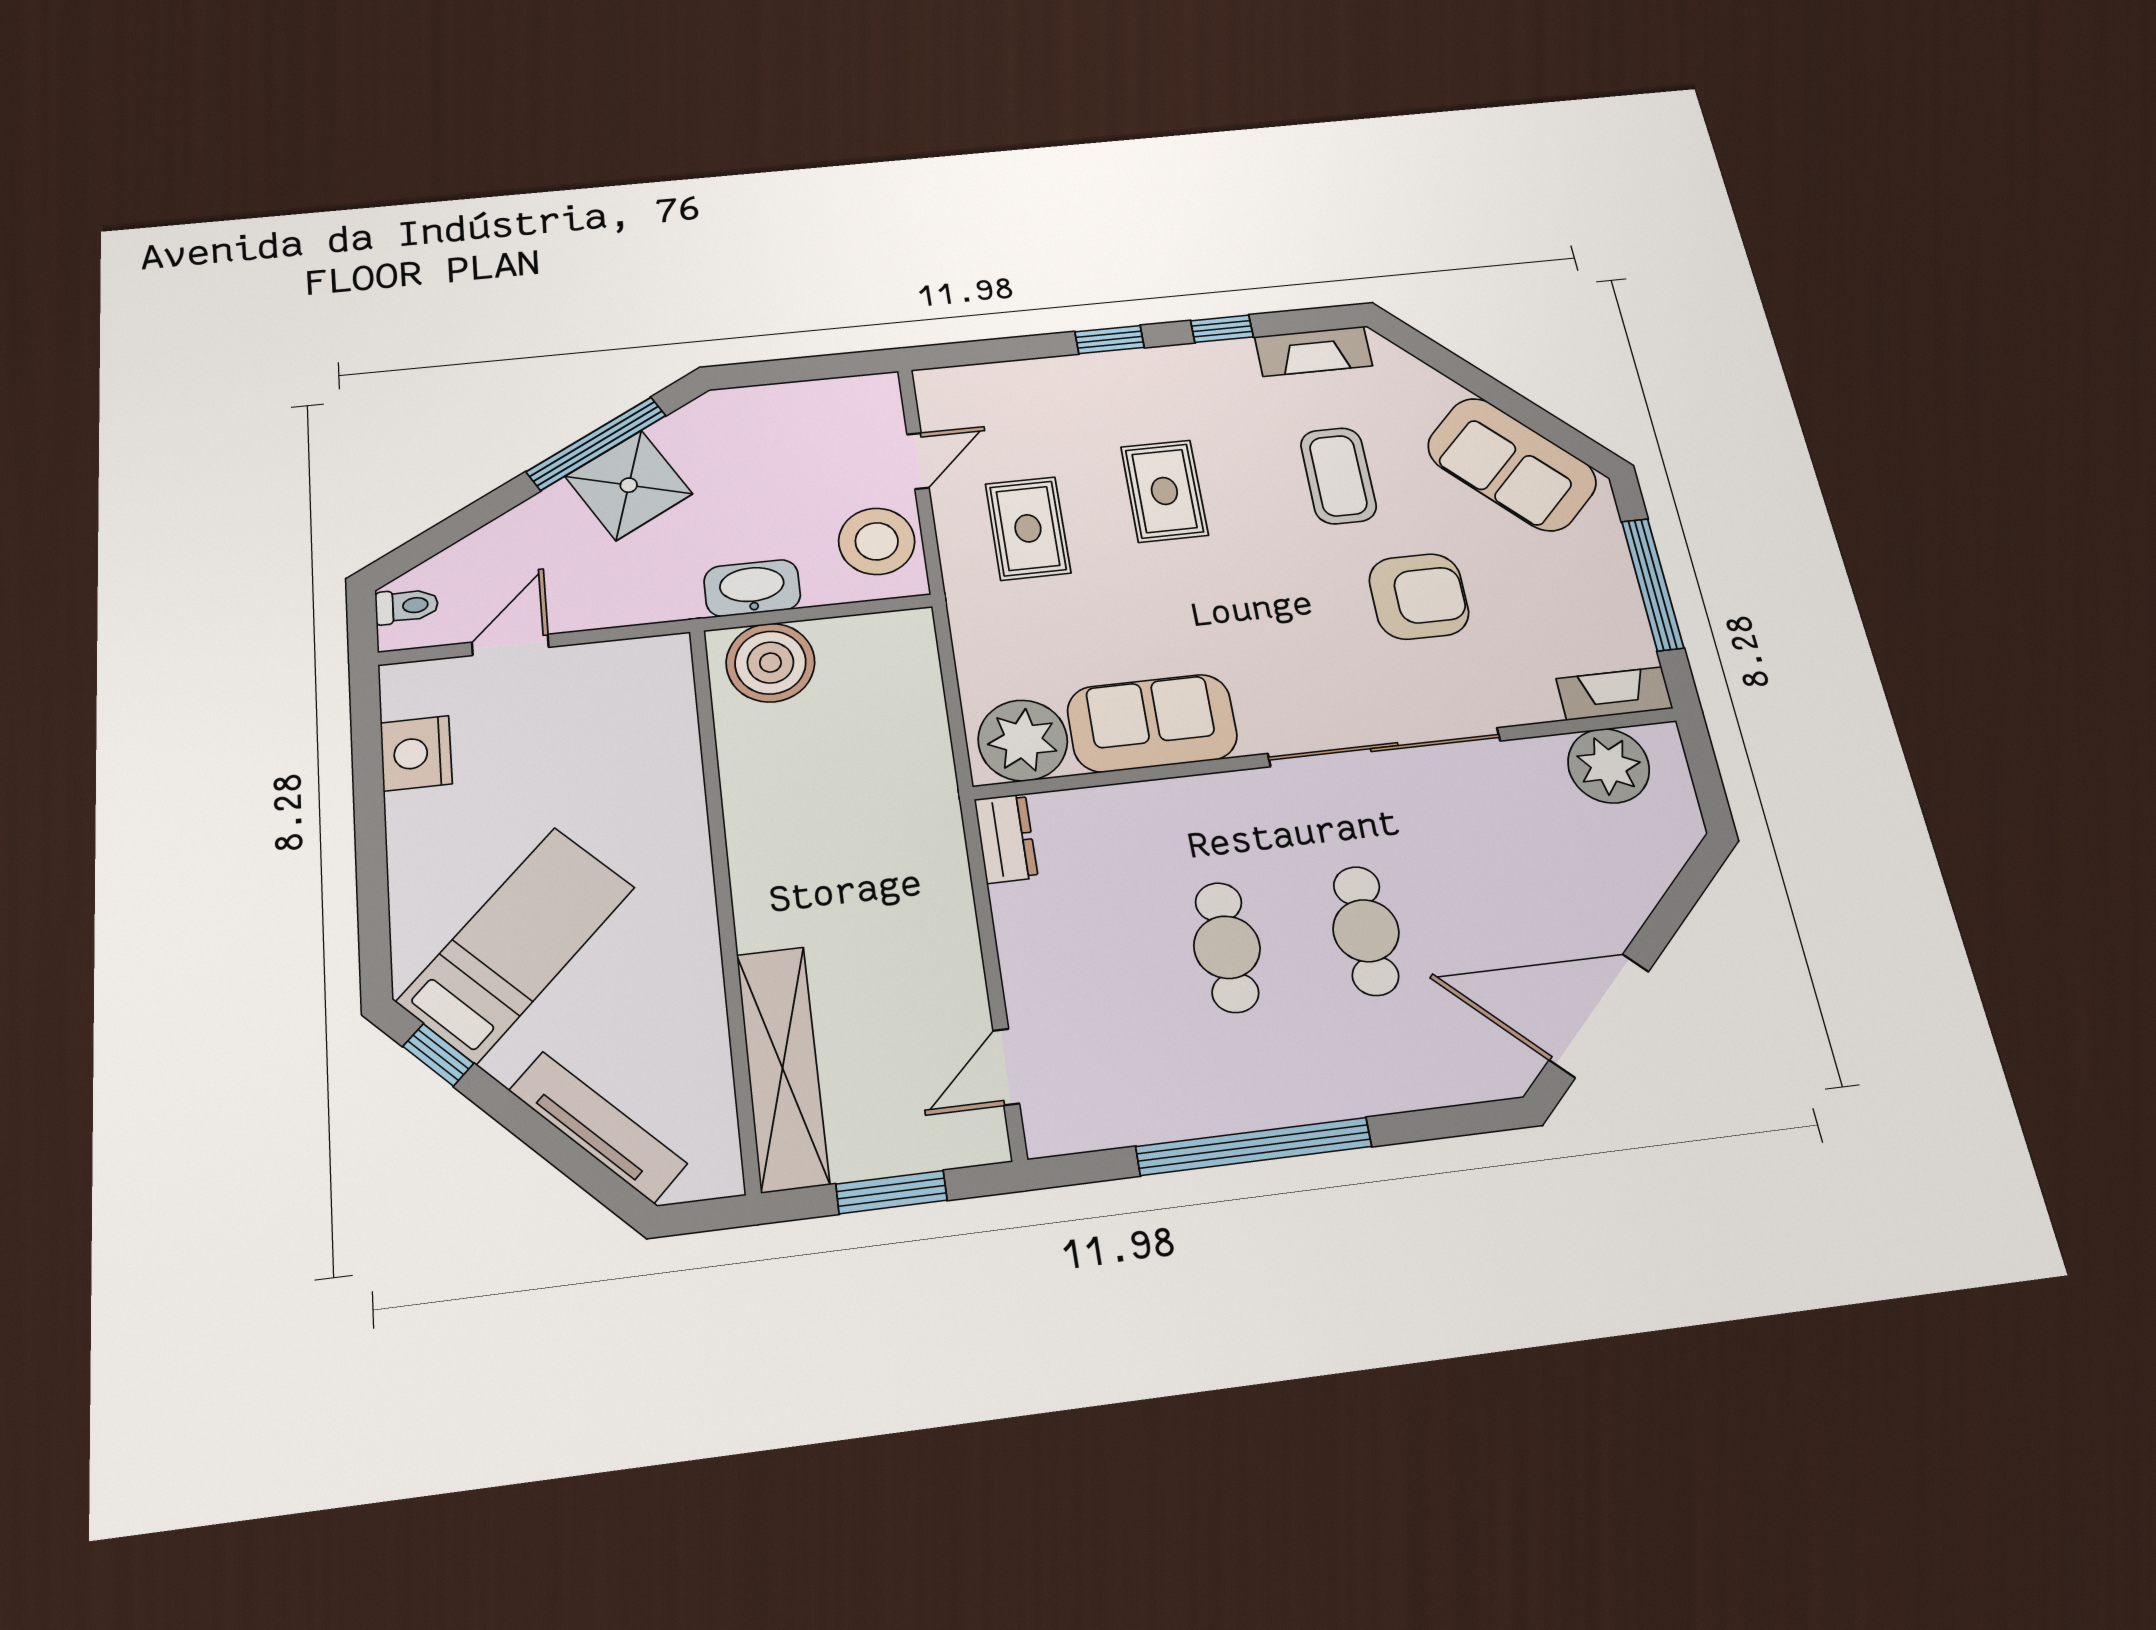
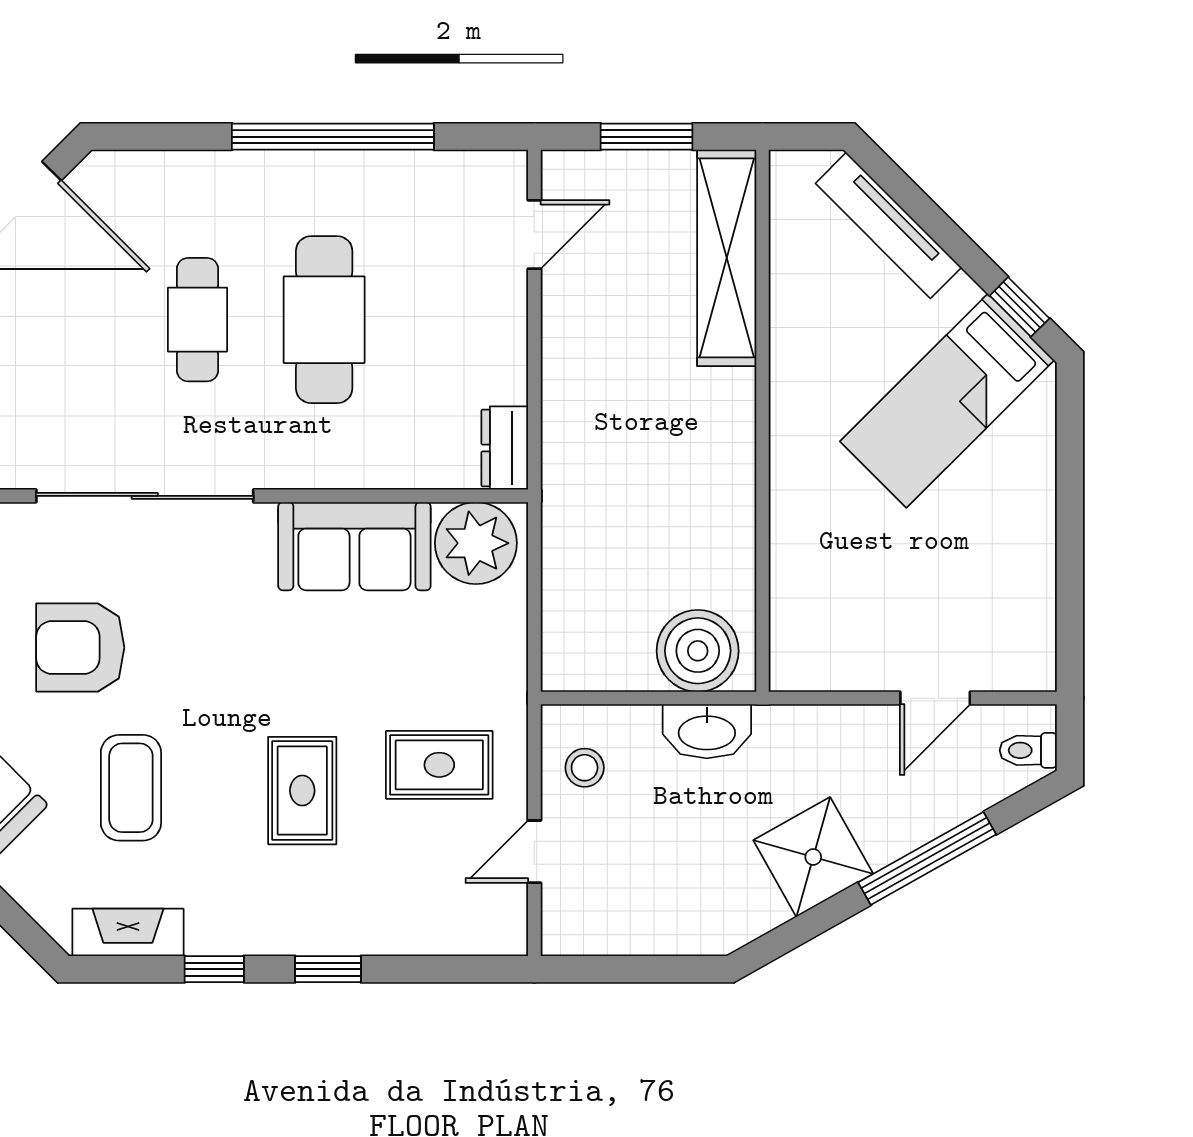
window: (596, 444) -> (927, 858), moved
rug: (1028, 528) -> (439, 765), turned 90
stool: (877, 541) -> (585, 768), width x0.53, depth x0.53
nightstand: (416, 753) -> (1026, 597), removed
cafe table: (1227, 947) -> (324, 320), width x1.37, depth x1.35

